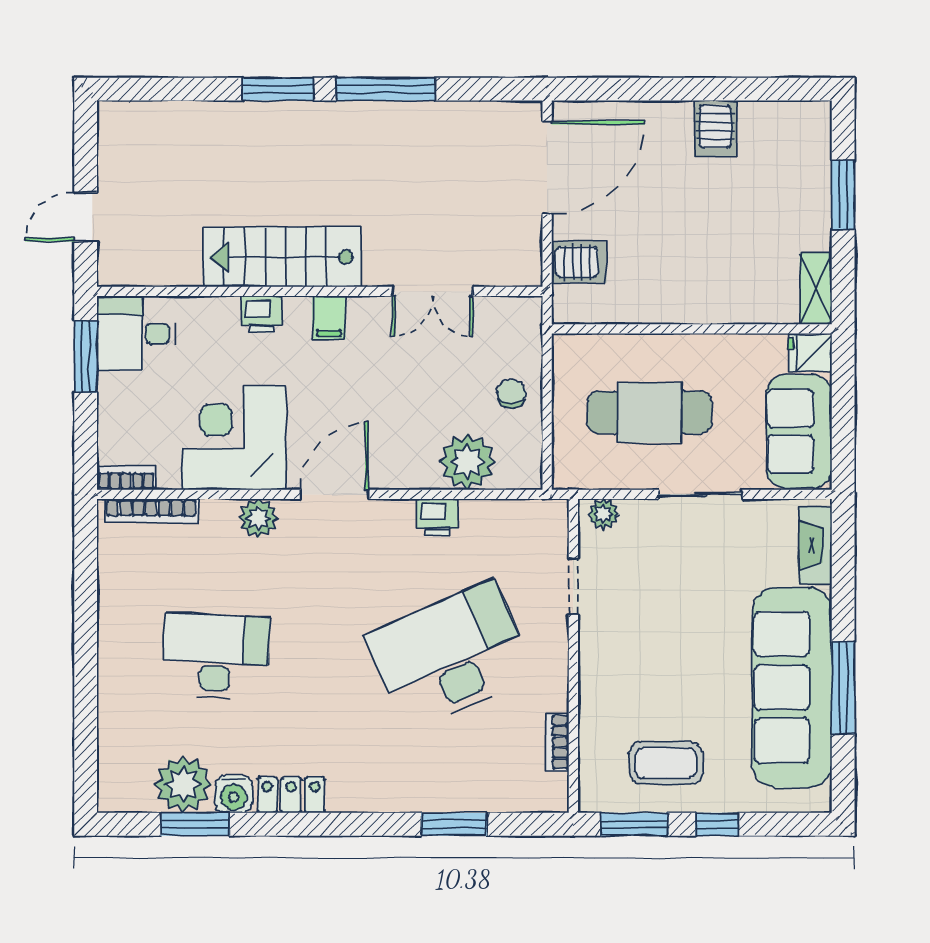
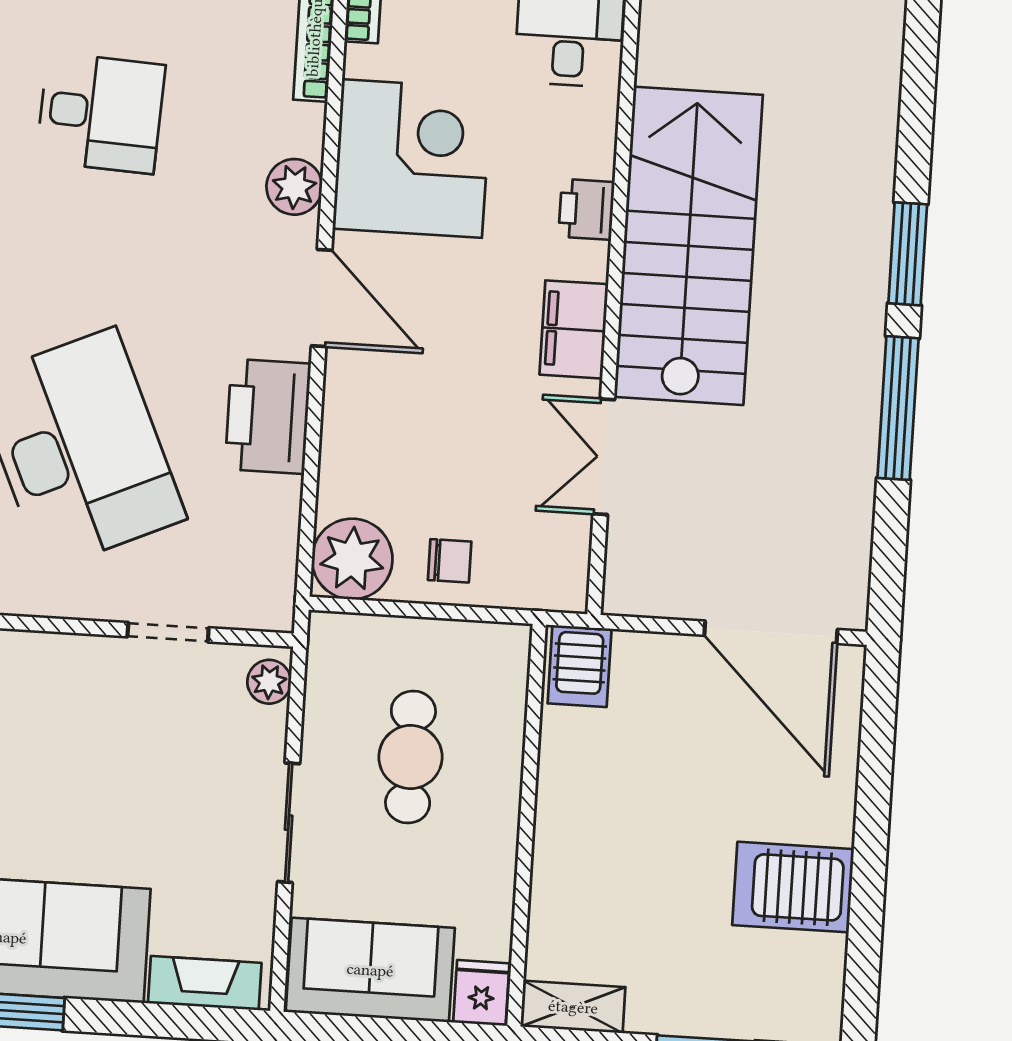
server rack: (715, 129) -> (793, 887), width x1.36, depth x1.44
stairs: (282, 257) -> (688, 246), width x1.36, depth x1.51
server rack: (579, 262) -> (580, 666), moved
filing cabinet: (329, 318) -> (574, 329), width x2.00
cafe table: (649, 413) -> (410, 757), width x0.73, depth x0.74
plant: (467, 462) -> (352, 559), moved
printer: (437, 517) -> (268, 416), width x1.87, depth x1.48
desk: (216, 656) -> (101, 113), width x0.73

